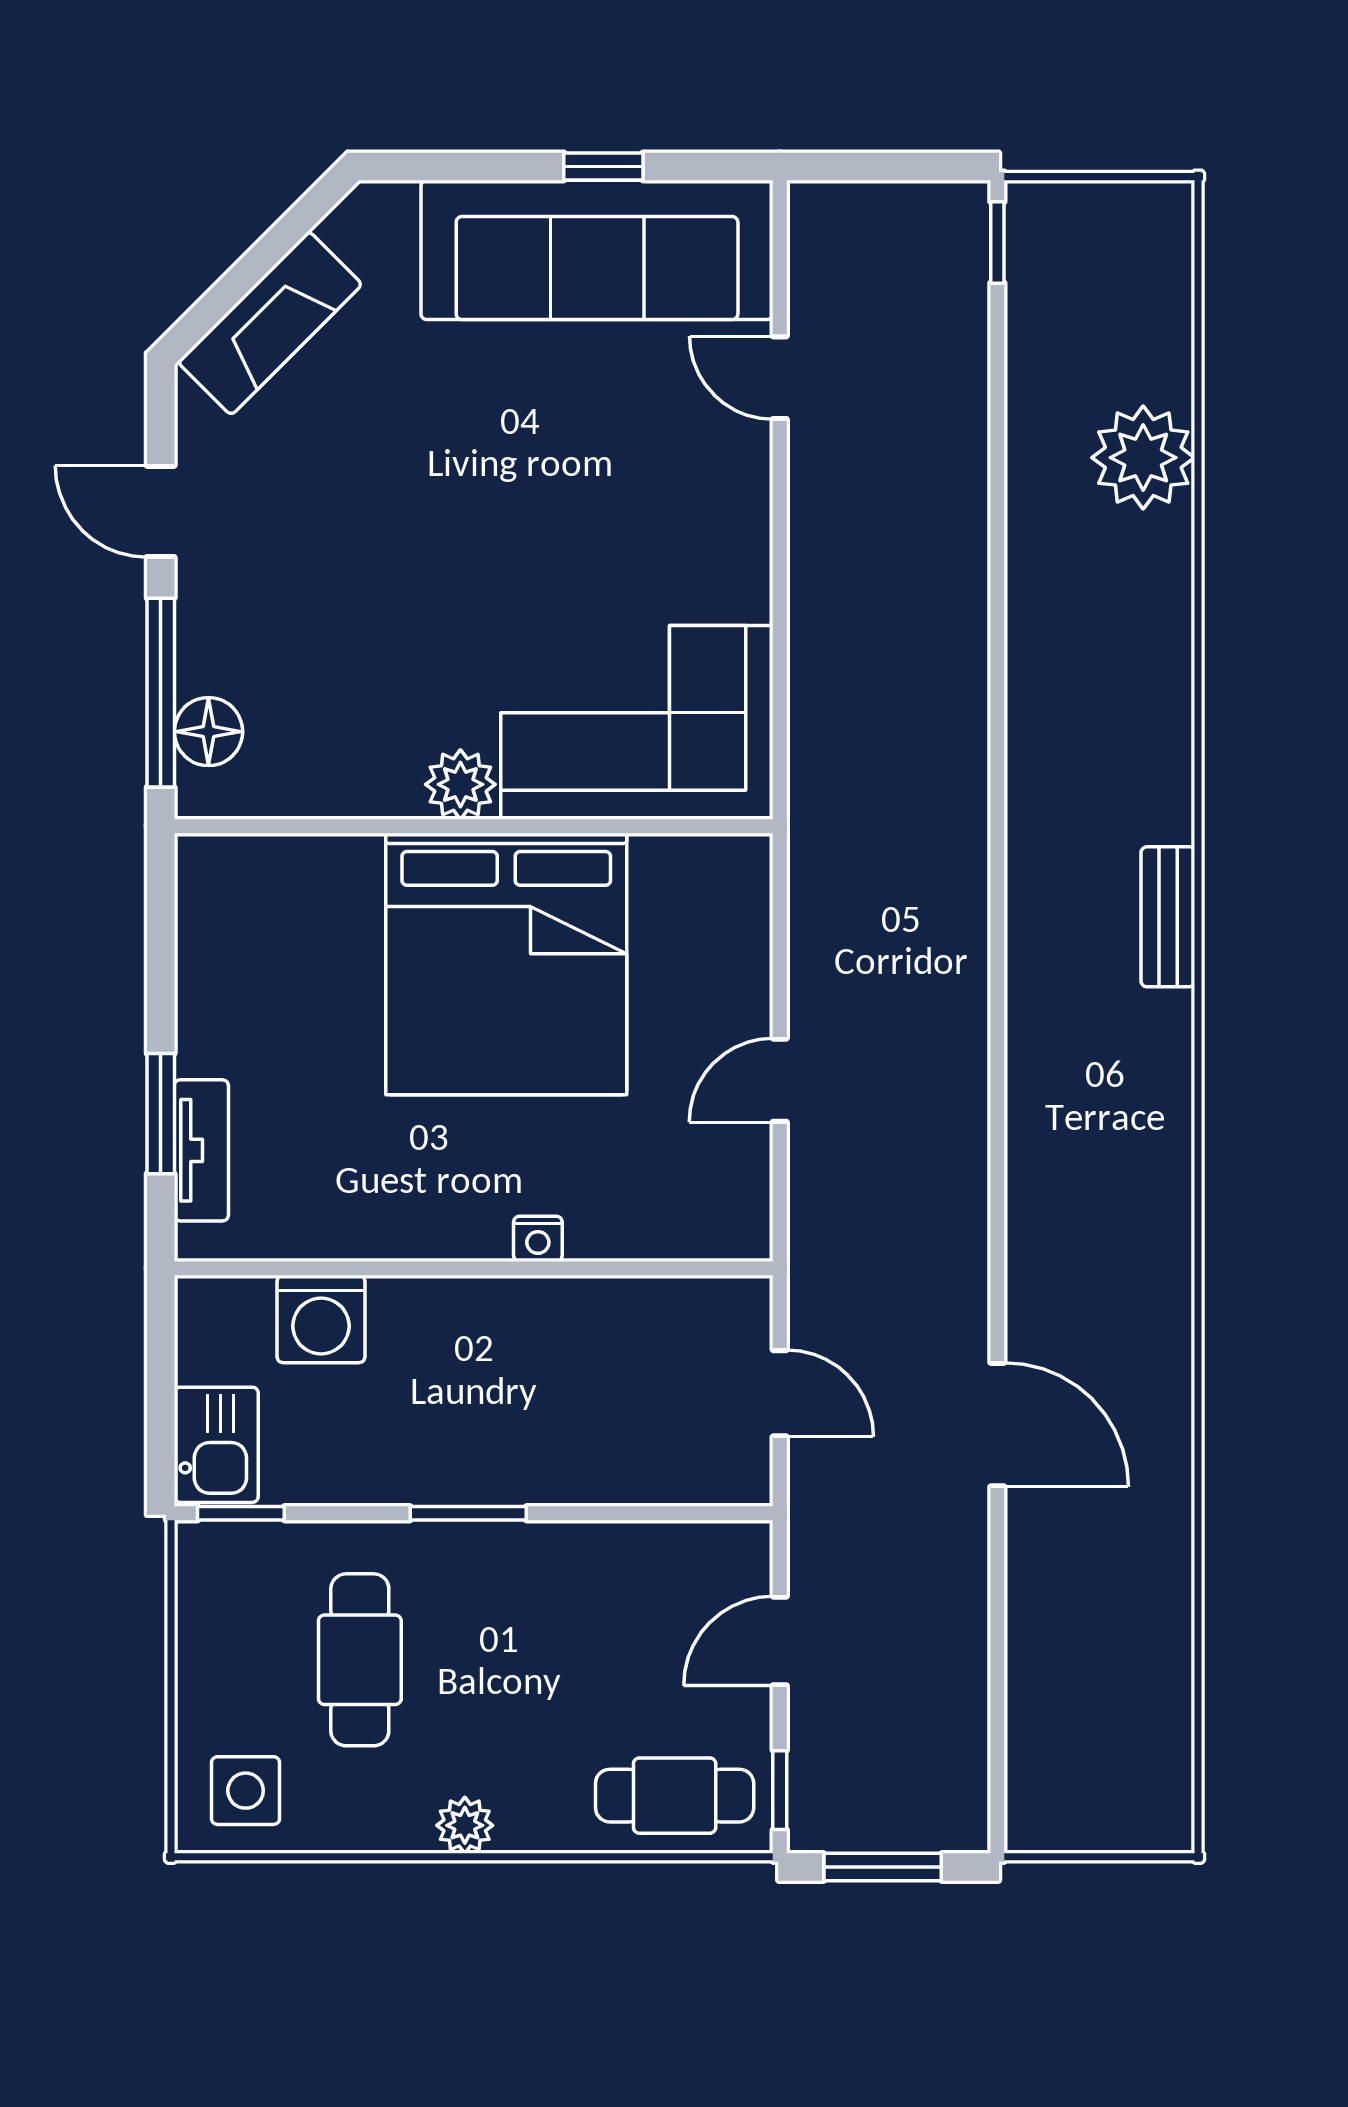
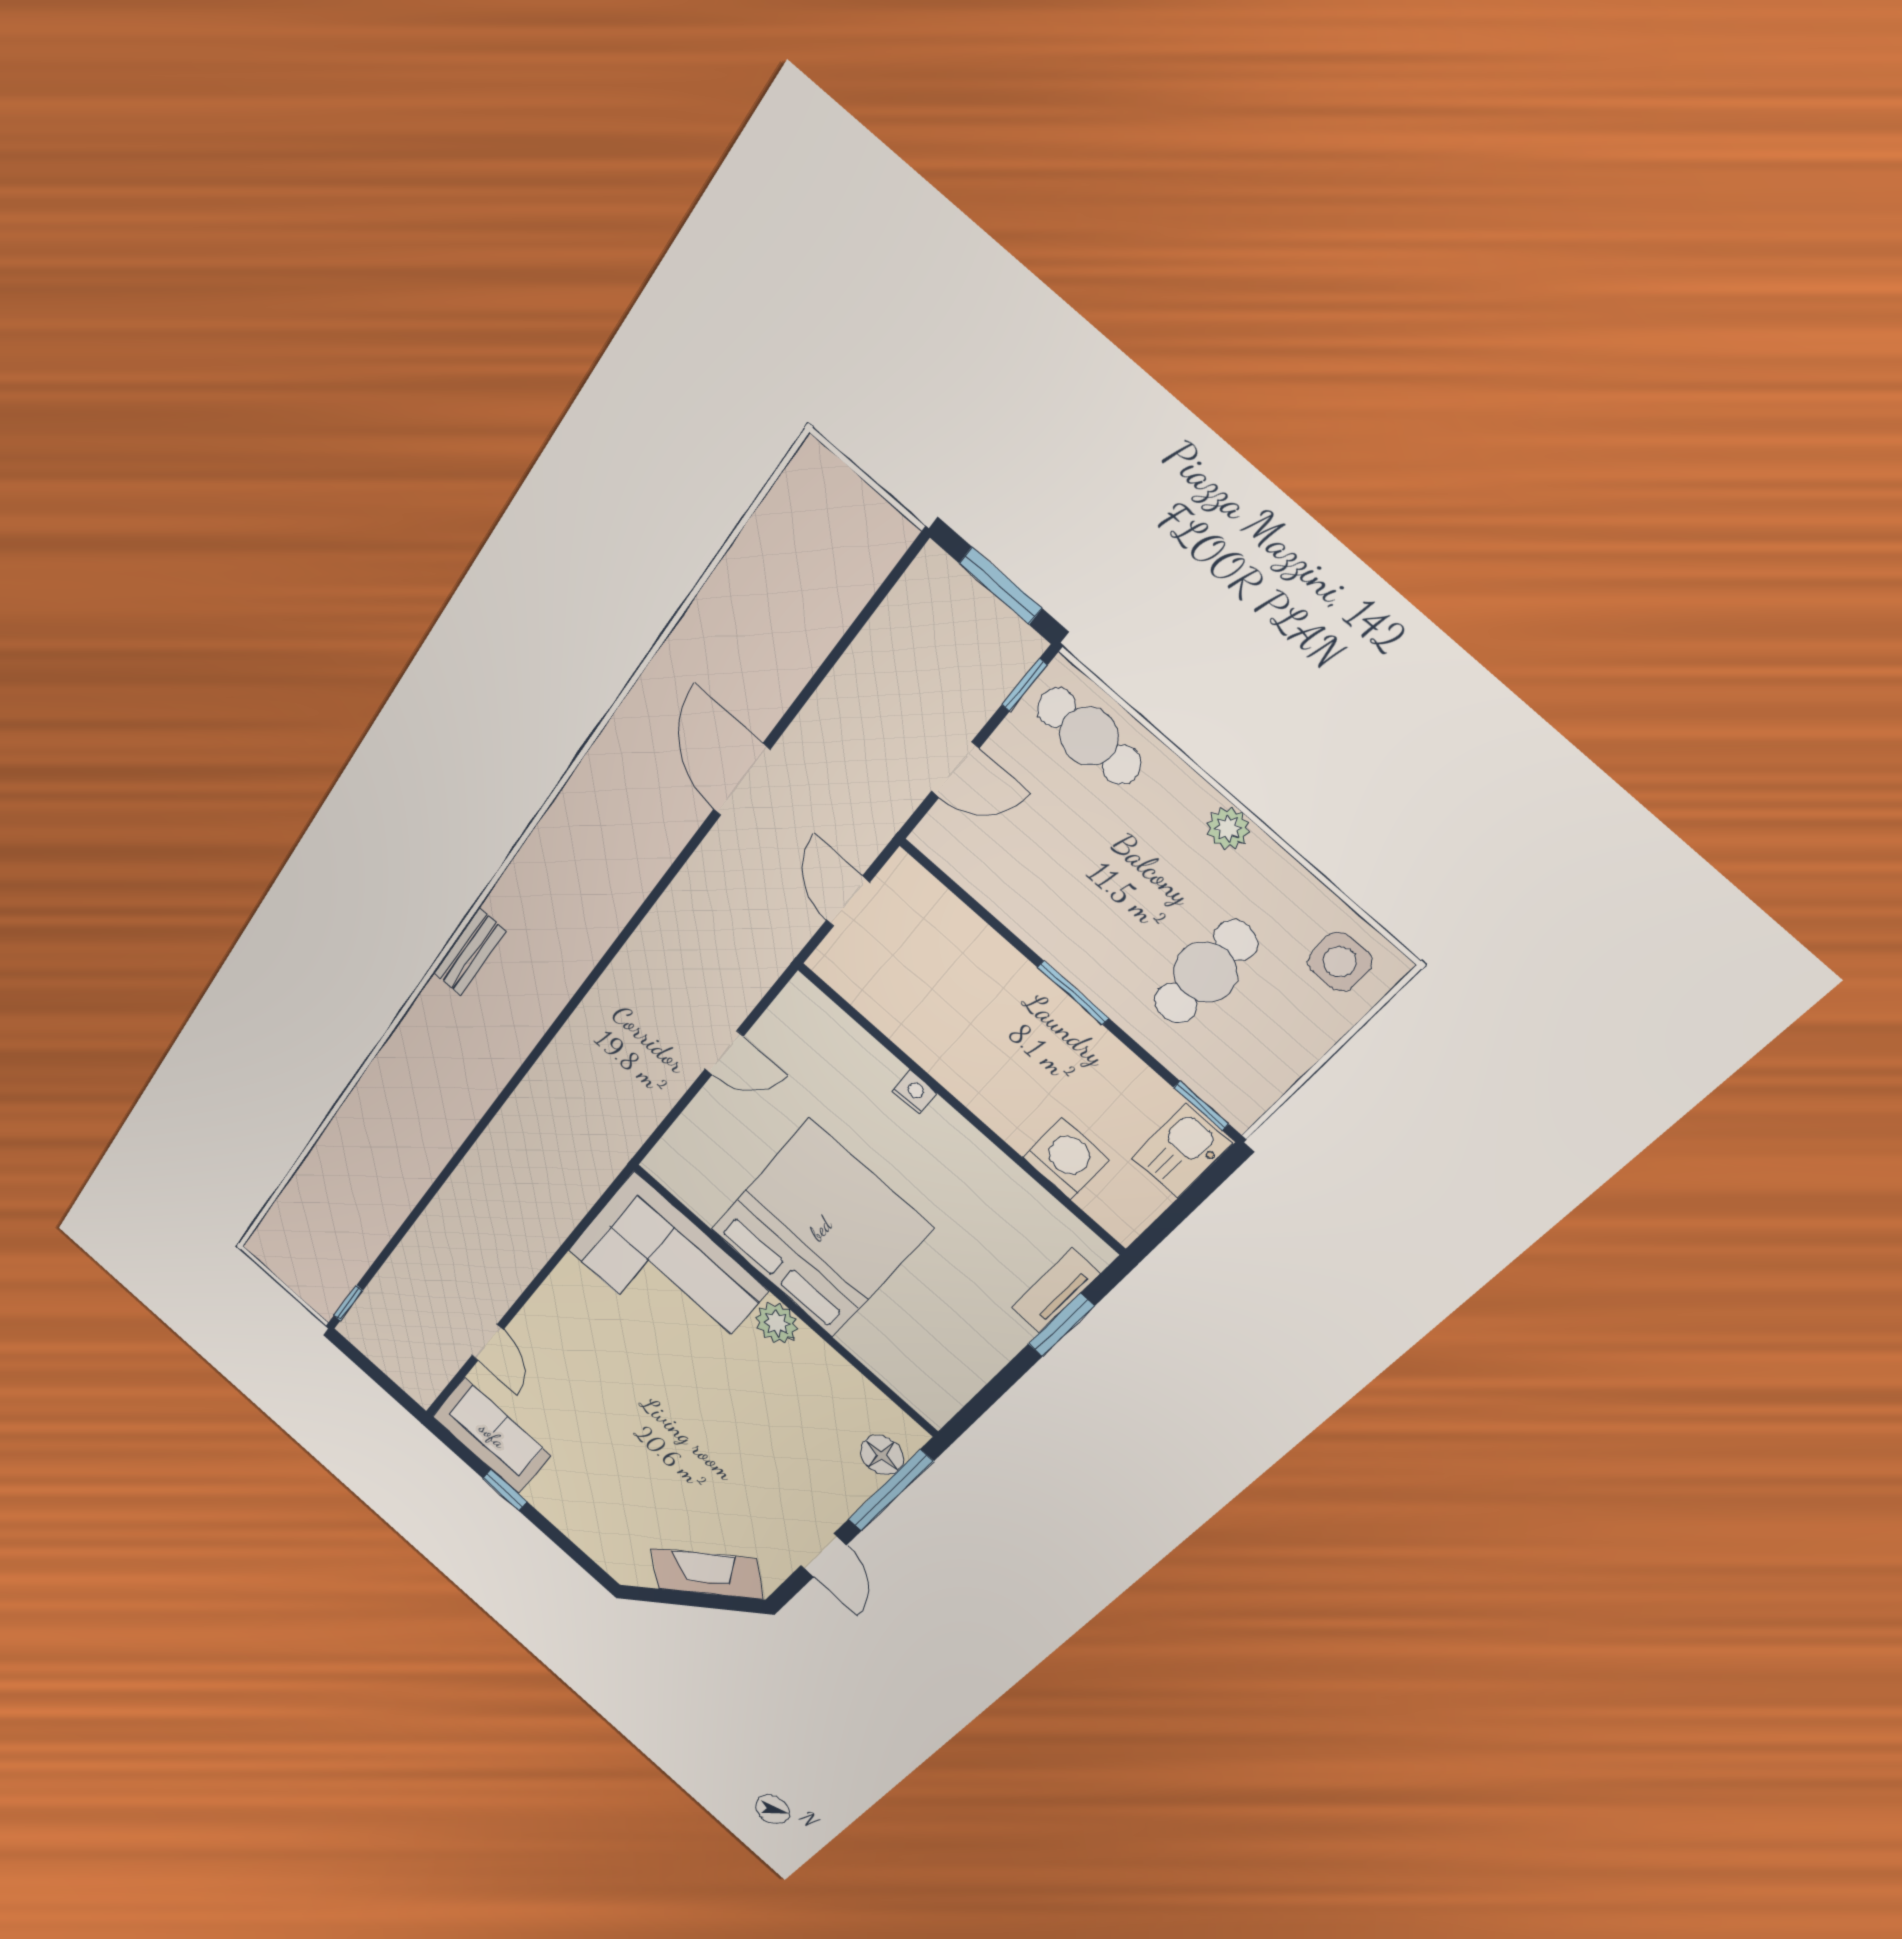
sofa: (597, 250) -> (492, 1436), width x0.54, depth x0.79
plant: (1143, 458) -> (342, 1160), removed

